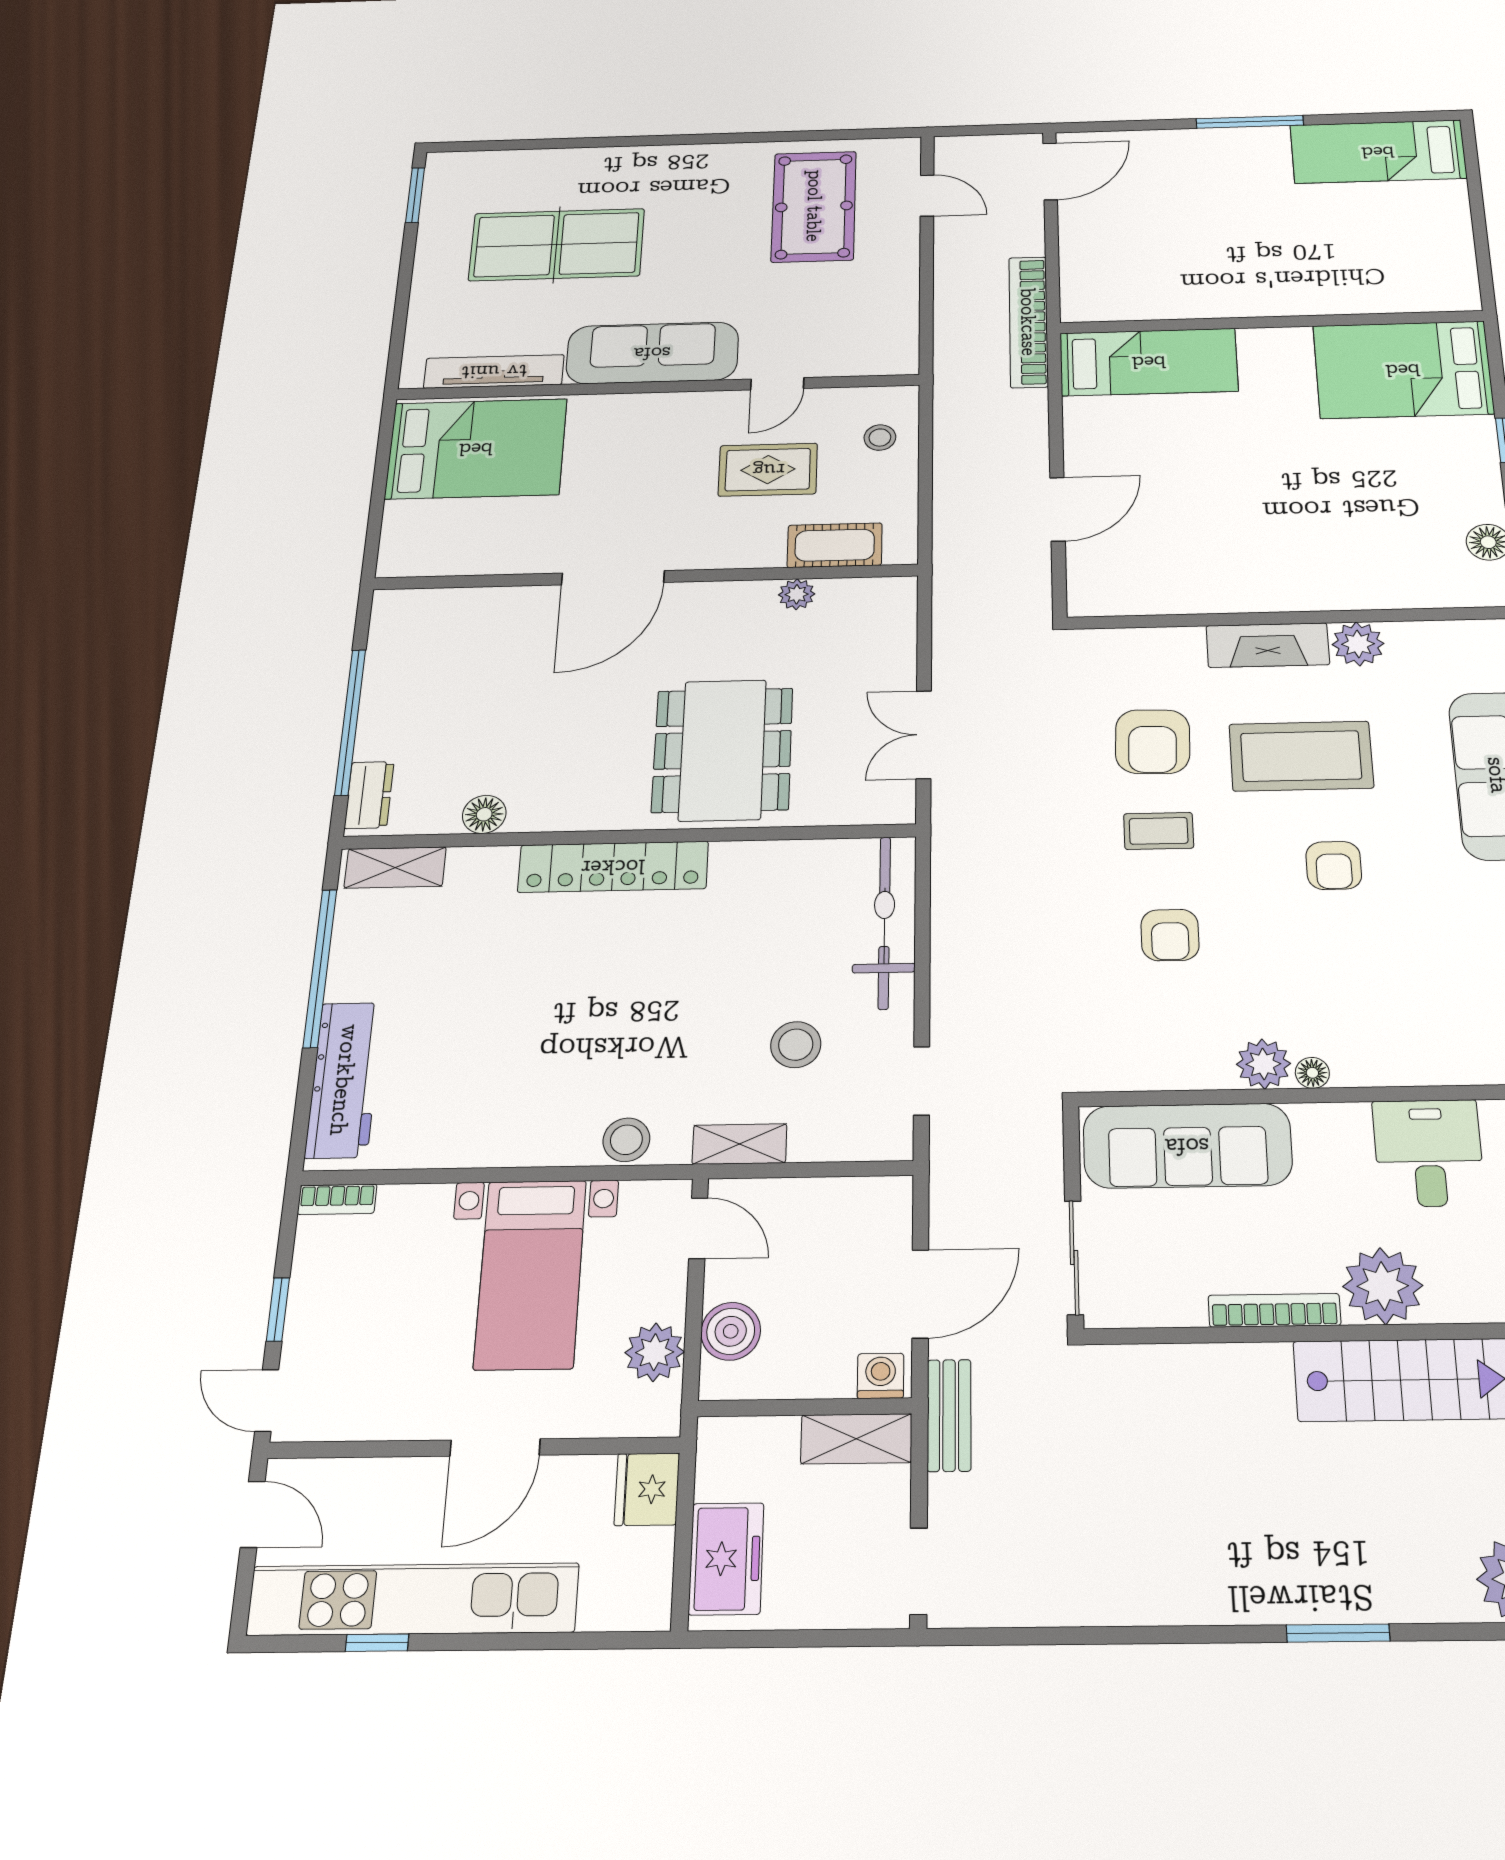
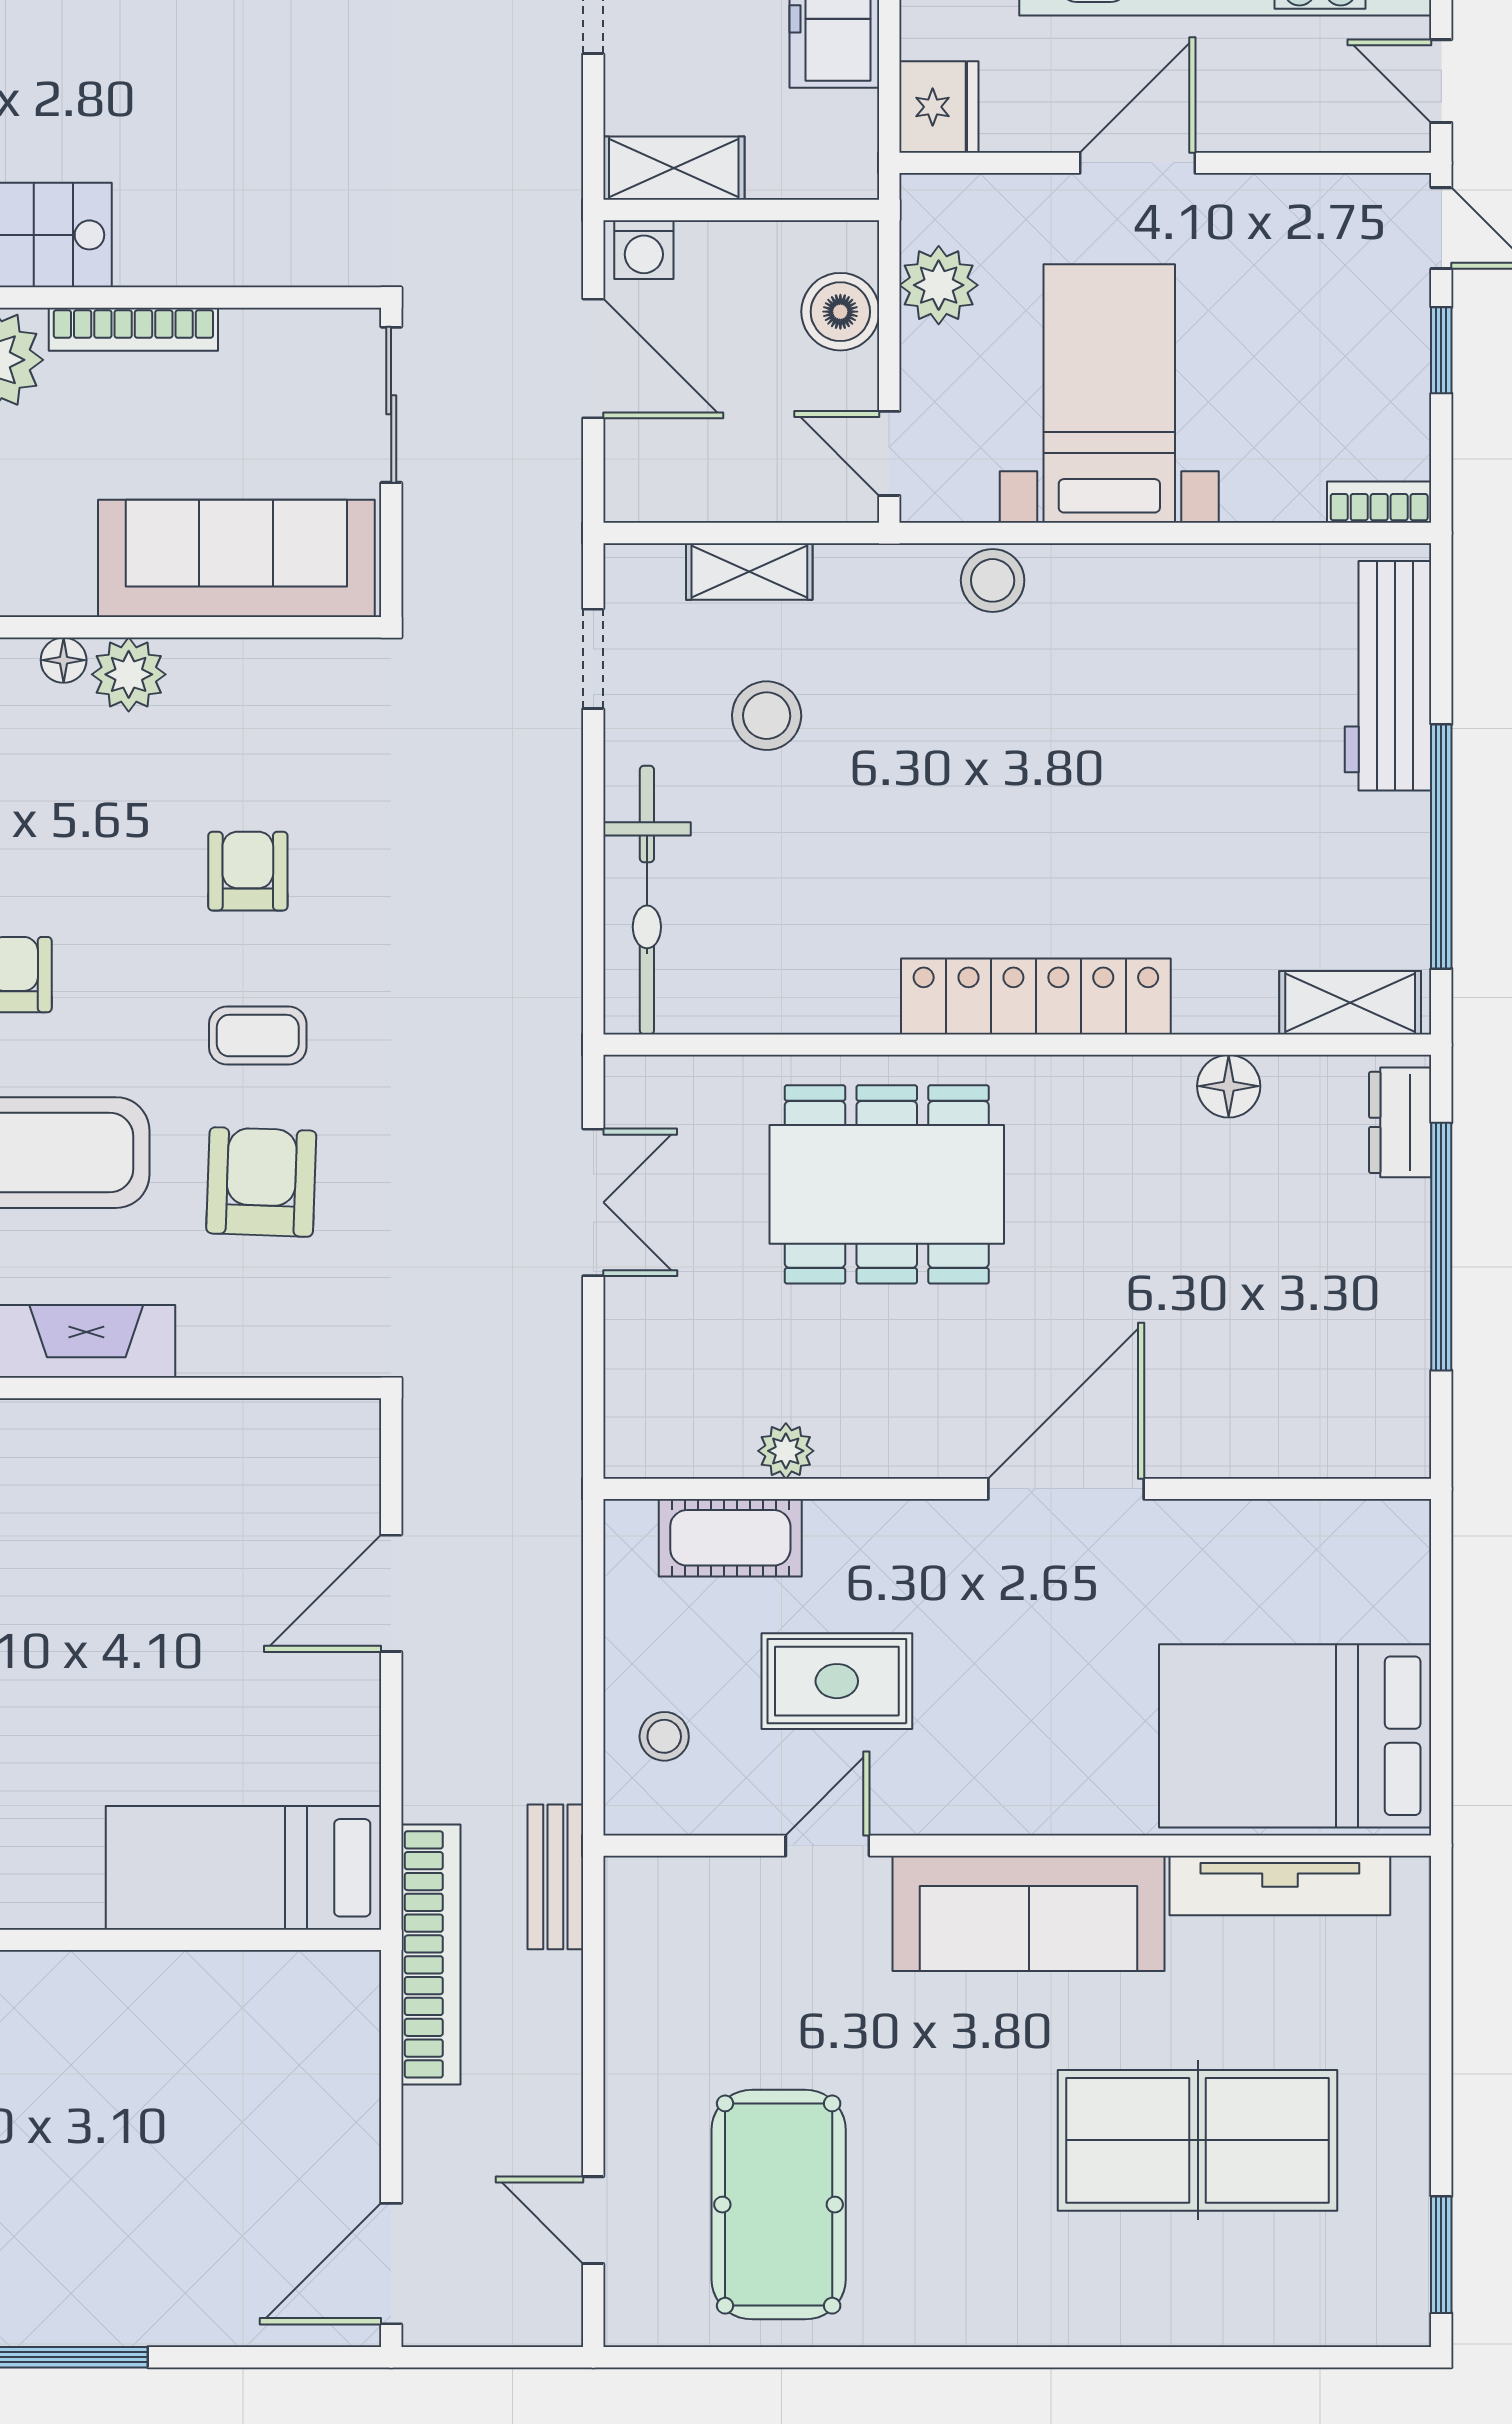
dining table: (723, 750) -> (887, 1184), turned 90
shelving: (739, 1144) -> (749, 572), moved
door: (920, 1294) -> (593, 358), swing flipped
bench: (949, 1415) -> (555, 1877), moved

